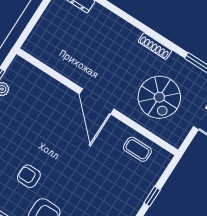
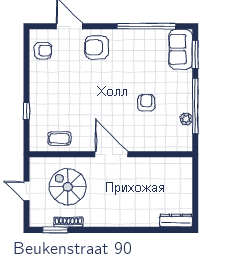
shoe rack: (155, 46) -> (69, 222), moved
armchair: (29, 176) -> (146, 103), moved, turned -90

